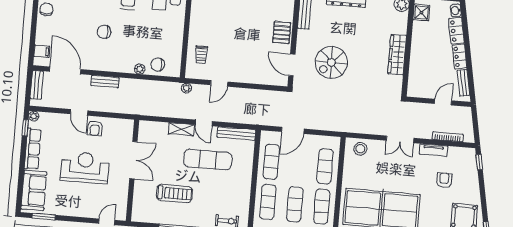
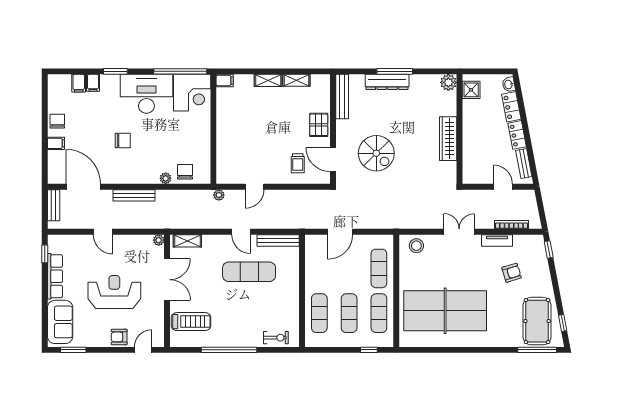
chair: (104, 32) -> (123, 141), turned 180
filing cabinet: (42, 51) -> (56, 143), moved
trolley: (201, 55) -> (298, 163), moved
spiral stairs: (331, 62) -> (376, 153), turned -90
chair: (158, 65) -> (185, 172), turned 90
bench: (105, 82) -> (134, 195), width x1.36
door: (443, 102) -> (503, 187), hinge flipped
plant: (34, 116) -> (159, 240), moved
armchair: (95, 128) -> (119, 337), moved, turned 90
shelving: (181, 129) -> (187, 241), moved
double door: (400, 139) -> (459, 232), swing flipped
exercise mat: (271, 162) -> (319, 268), removed
armchair: (444, 180) -> (512, 273), turned 73
treadmill: (174, 193) -> (191, 322), moved

